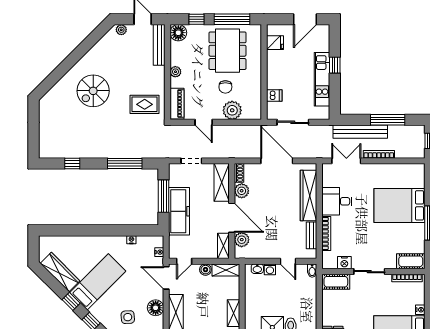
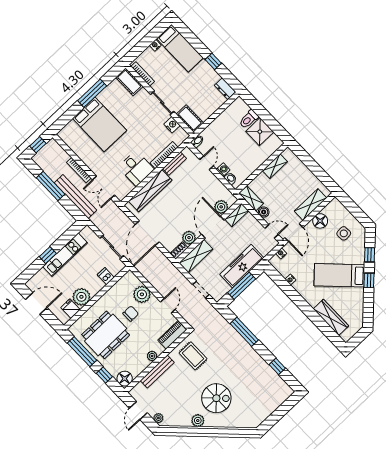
bench: (159, 45) -> (157, 372), moved
plant: (89, 59) -> (198, 420), added
plant: (276, 60) -> (81, 297), added
wardrobe: (60, 272) -> (331, 317), moved, turned 135

